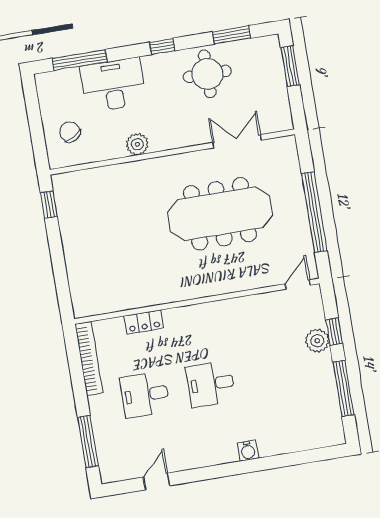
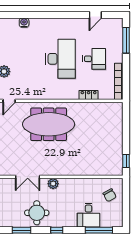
desk: (113, 85) -> (88, 215), width x0.73
plant: (137, 144) -> (53, 184), moved
meeting table: (220, 214) -> (49, 124), moved
desk: (211, 384) -> (61, 59), width x1.87, depth x1.30
water cooler: (248, 451) -> (24, 23), moved

